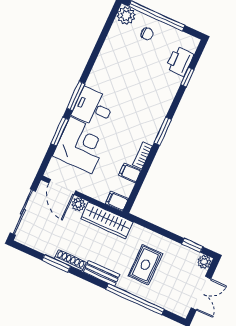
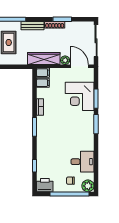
printer: (180, 61) -> (45, 185), moved, turned -90
desk: (93, 108) -> (83, 162), moved
filing cabinet: (130, 173) -> (43, 83), moved

